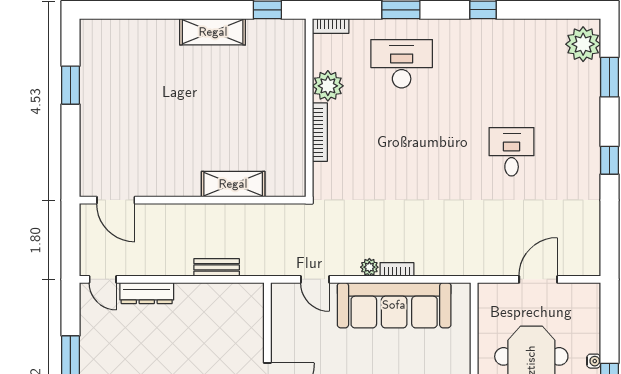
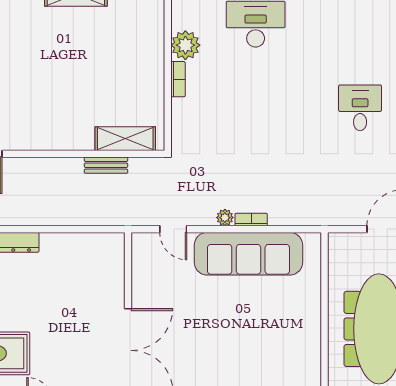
bookcase: (320, 132) -> (178, 79), width x0.64
shelving: (233, 184) -> (125, 139), moved
bench: (217, 267) -> (106, 165), moved

